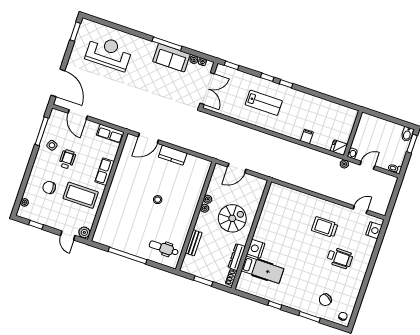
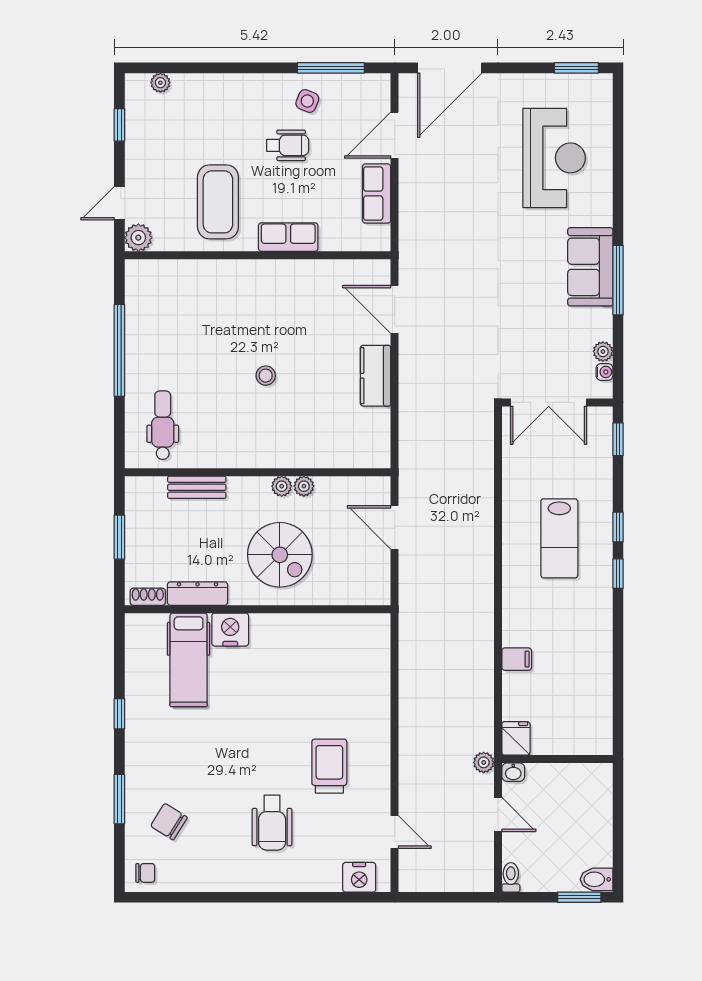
sofa: (171, 58) -> (590, 267), moved
row of seats: (110, 134) -> (377, 193), moved
chair: (49, 187) -> (212, 126), removed

